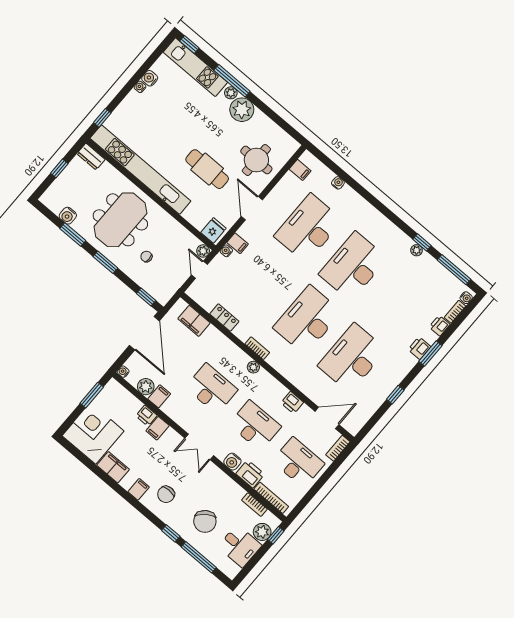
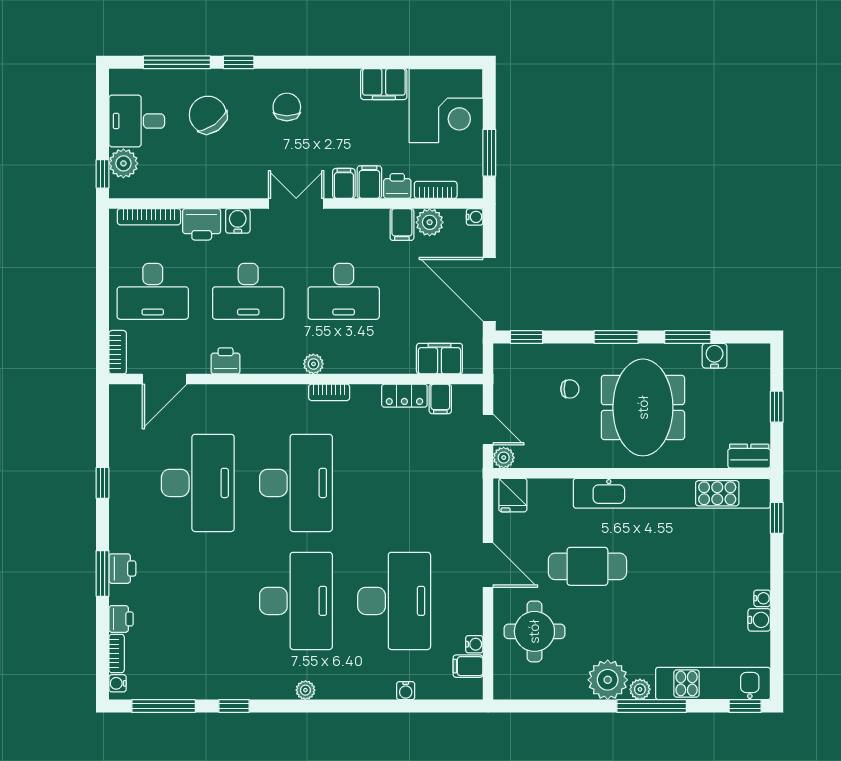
filing cabinet: (238, 243) -> (440, 399), moved, turned -90
plant: (417, 250) -> (305, 690), moved
water cooler: (226, 251) -> (474, 644), moved
filing cabinet: (139, 489) -> (344, 183), moved, turned 180
bookcase: (254, 505) -> (436, 190), moved

